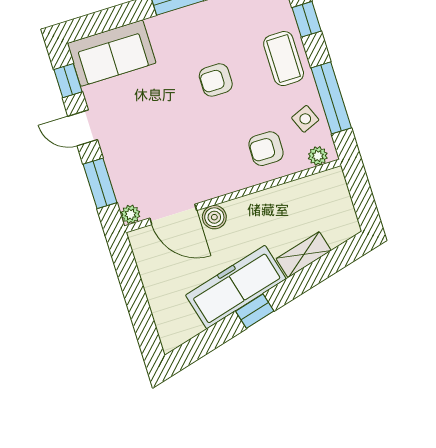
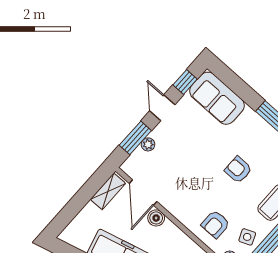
armchair: (266, 149) -> (215, 224), turned -91
plant: (131, 214) -> (148, 144), moved
shelving: (146, 257) -> (108, 191), added

